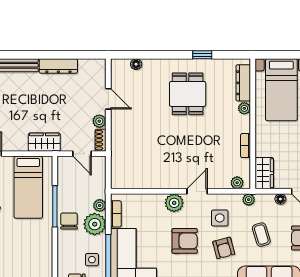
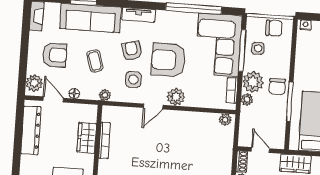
bookcase: (246, 146) -> (104, 140), width x1.56
wardrobe: (264, 173) -> (87, 138), moved
plant: (237, 183) -> (225, 120), moved
armchair: (185, 241) -> (168, 60), width x1.36, depth x1.36

